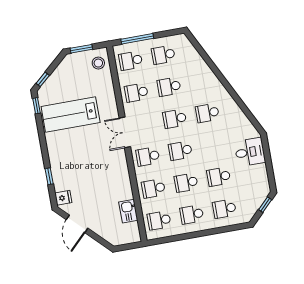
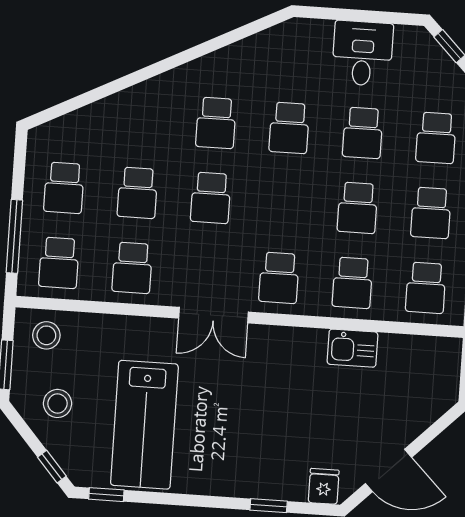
stool: (70, 75) -> (58, 403), added
school desk: (180, 151) -> (289, 128), moved
desk: (250, 152) -> (363, 53), moved
kitchen sink: (128, 211) -> (352, 348), moved

